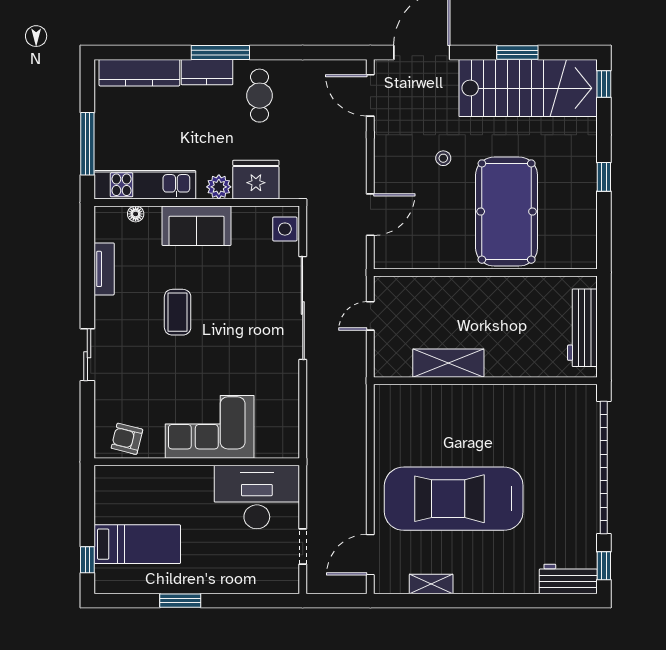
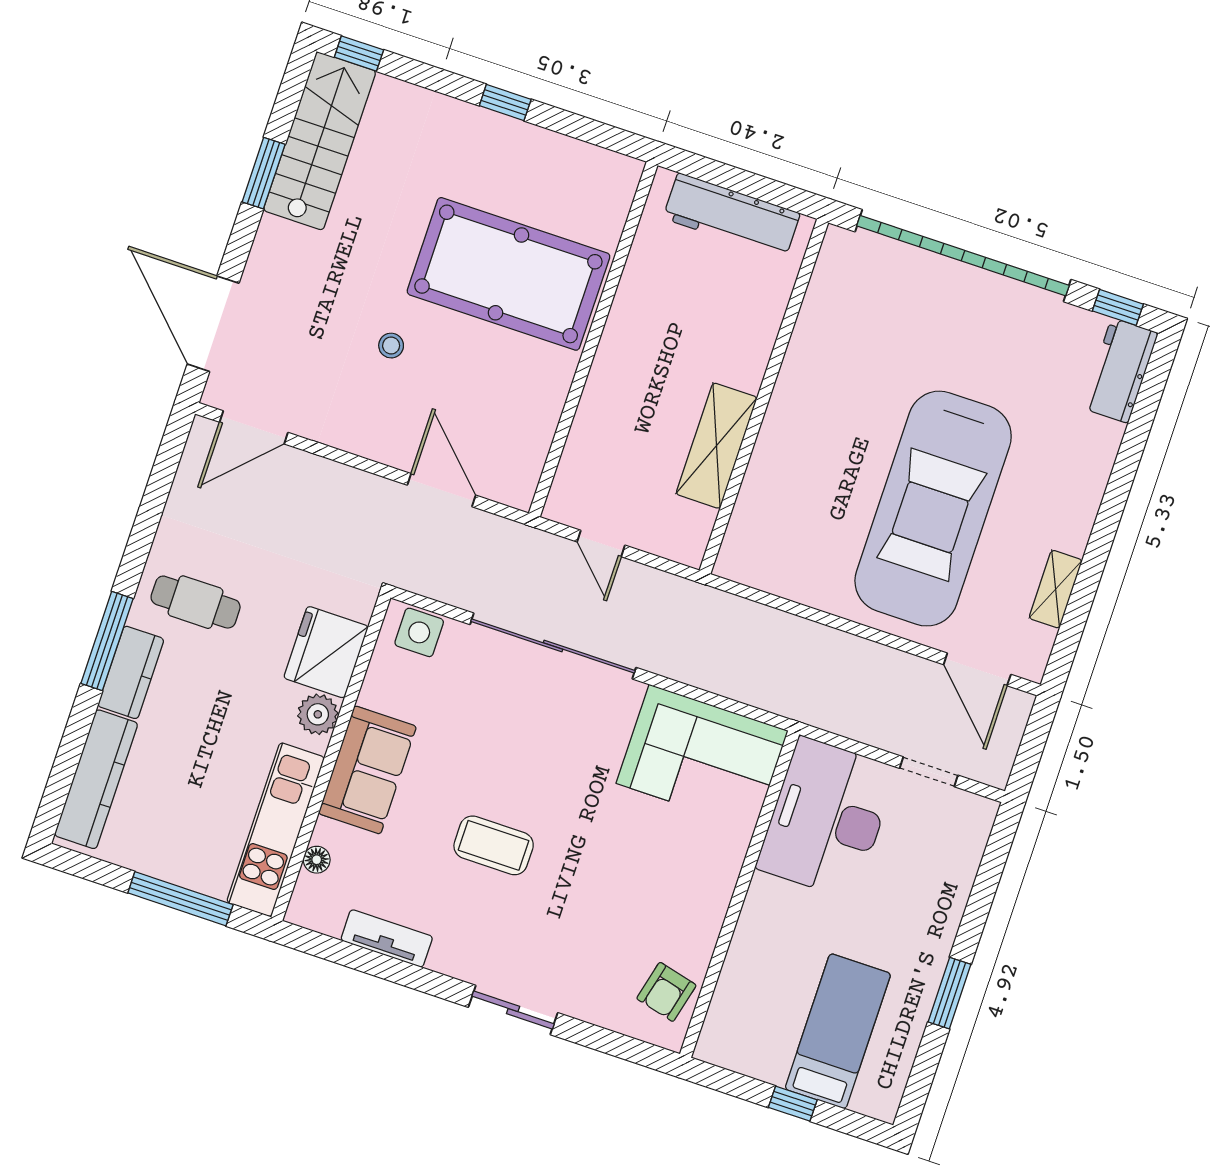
stairs: (528, 88) -> (320, 141), width x0.73, depth x0.66
corner sofa: (210, 427) -> (702, 757), moved, turned -90
window: (87, 560) -> (793, 1104), moved

